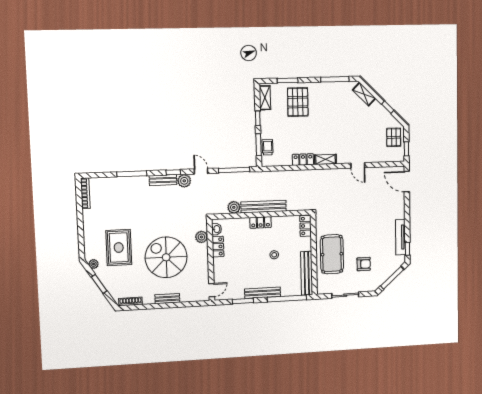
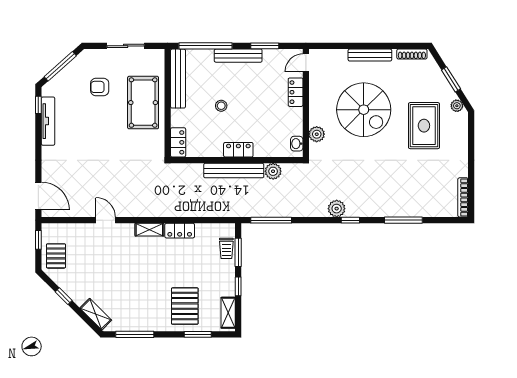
door: (201, 171) -> (314, 220), removed
bench: (163, 180) -> (364, 211), removed
locker: (218, 247) -> (296, 92), moved
bench: (167, 299) -> (370, 55), width x1.36

